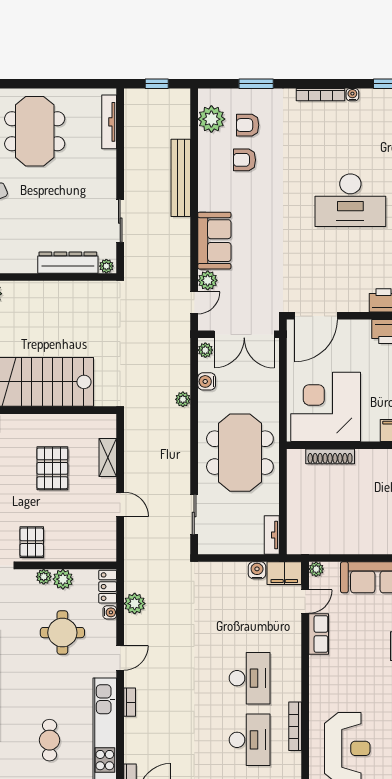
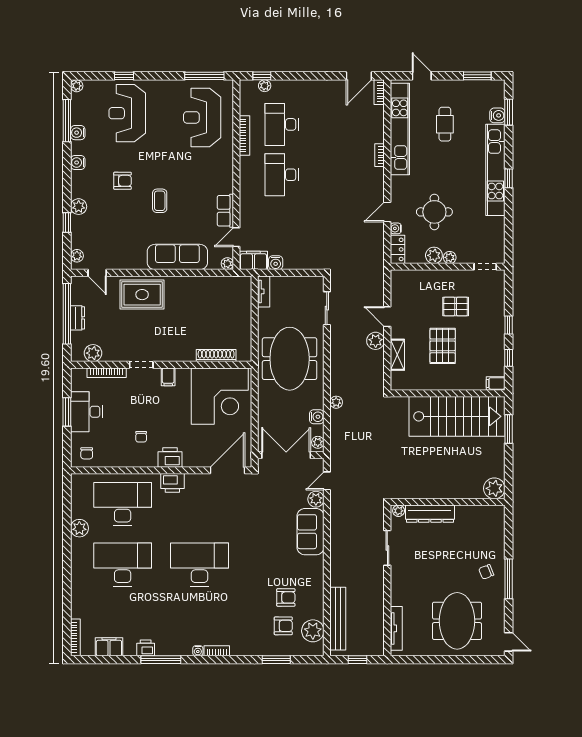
bookcase: (321, 95) -> (217, 651), width x0.64
bench: (181, 178) -> (338, 619), moved
pallet: (32, 542) -> (456, 307), moved, turned 90
plant: (135, 604) -> (376, 341), moved
door: (120, 658) -> (387, 212), moved

